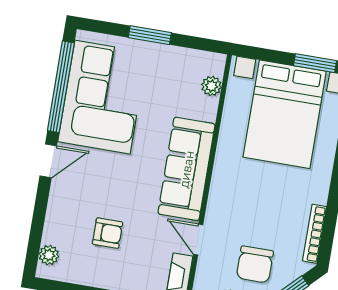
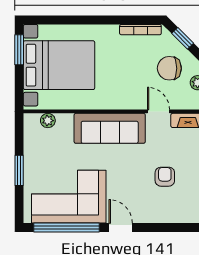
door: (198, 240) -> (159, 111), swing flipped
plant: (49, 255) -> (187, 216), removed
chair: (255, 264) -> (169, 68), turned 180

